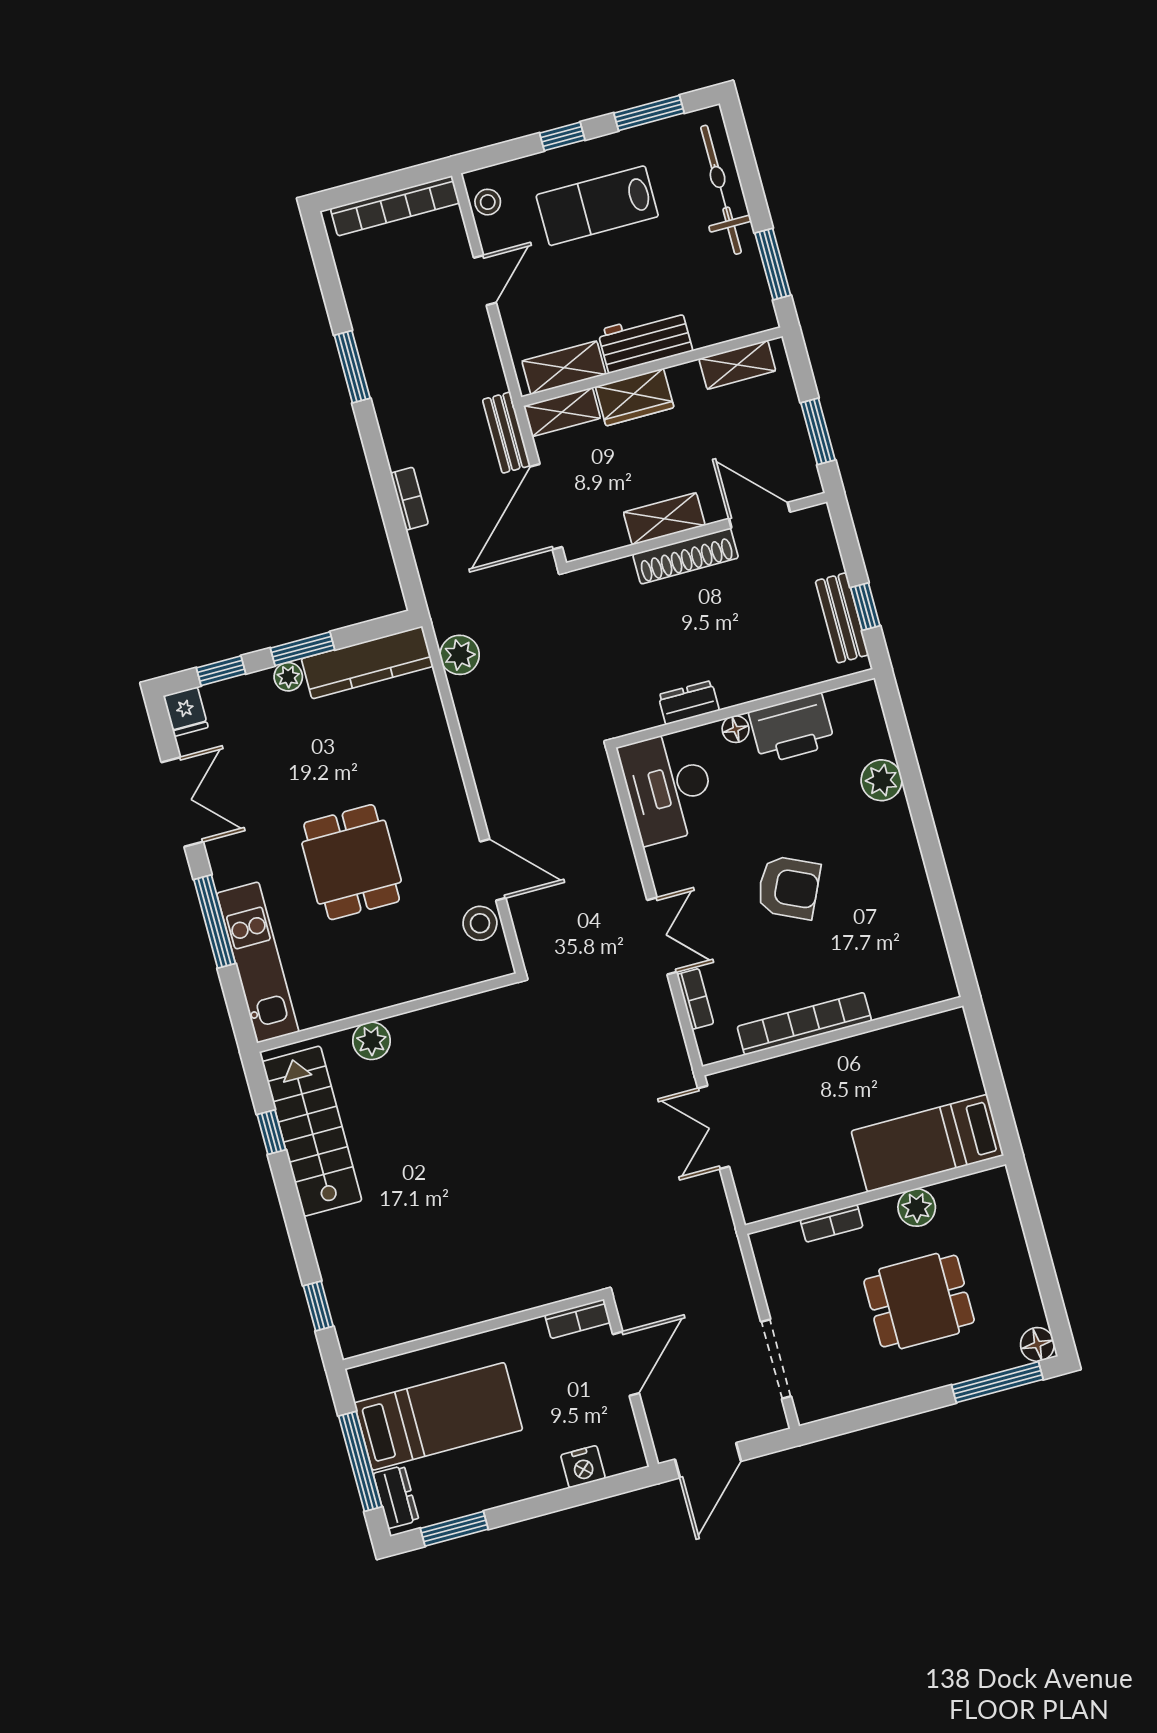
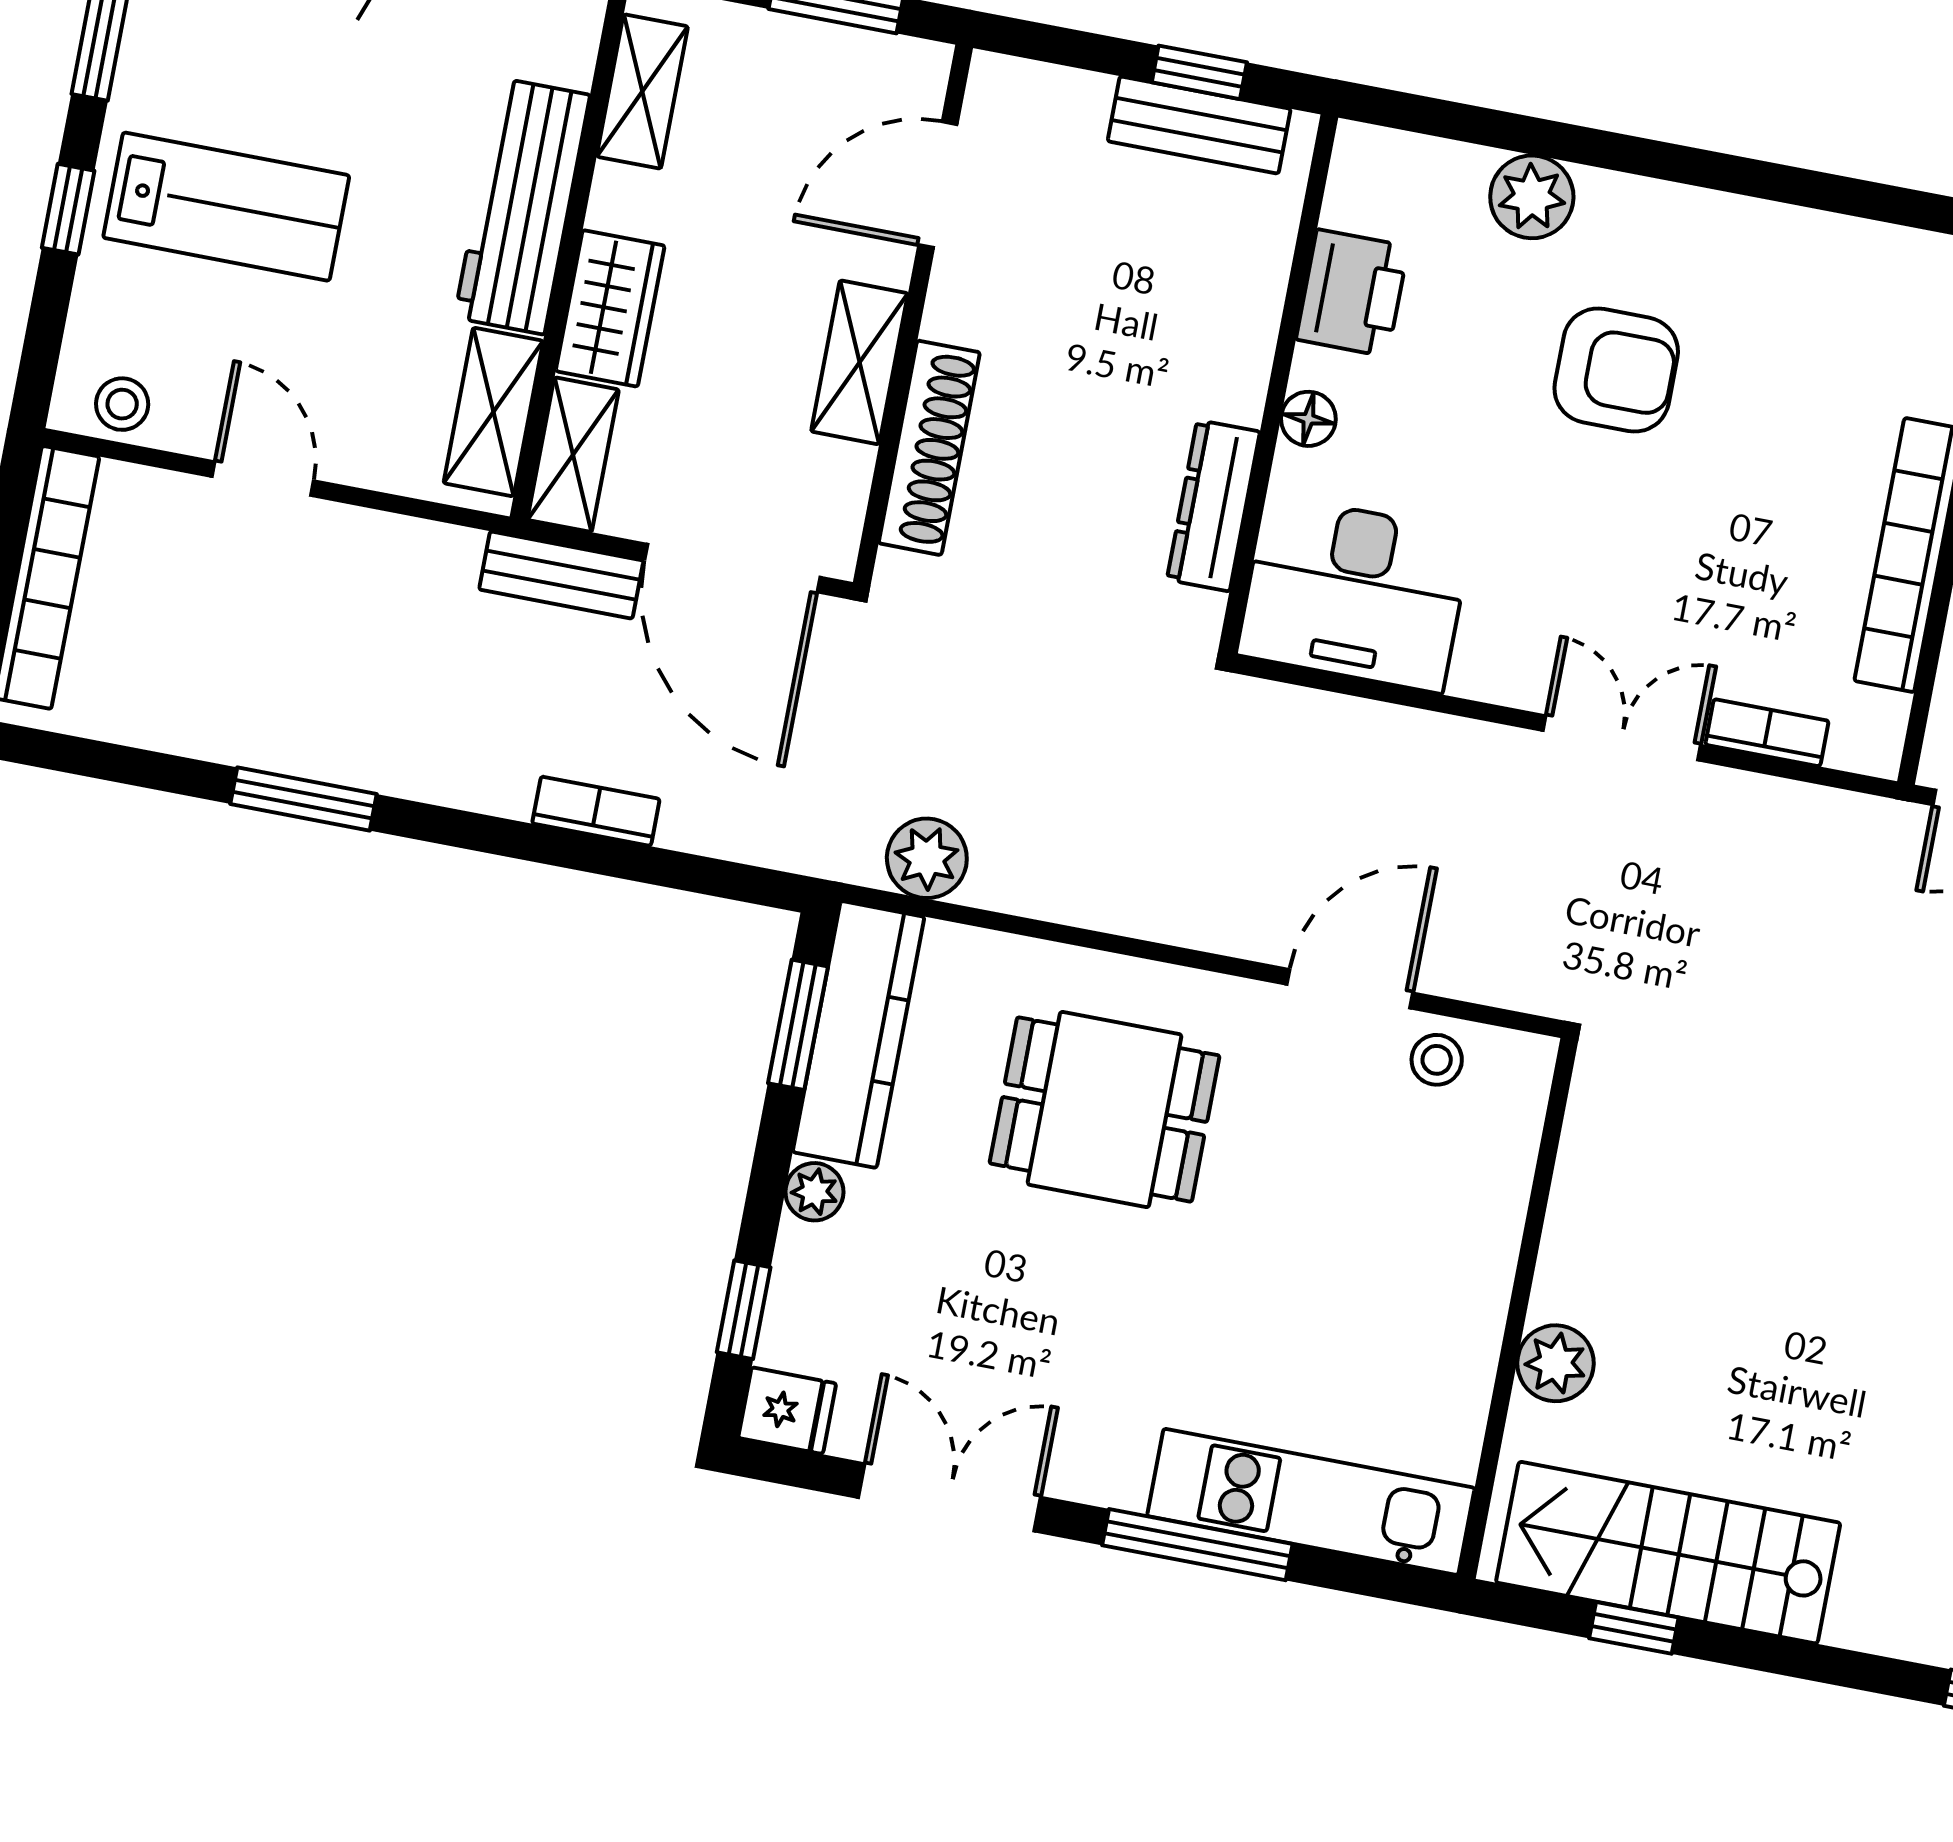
lab bench: (597, 206) -> (226, 207), turned -90
workbench: (645, 341) -> (522, 206), width x1.37
shoe rack: (686, 556) -> (929, 448), moved
window: (302, 649) -> (798, 1025), moved
dresser: (689, 703) -> (1213, 506), width x1.44
printer: (792, 728) -> (1352, 293), width x0.73, depth x0.84
dining table: (352, 862) -> (1105, 1109), moved
armchair: (789, 887) -> (1616, 370), moved, turned 65
stool: (480, 923) -> (1437, 1060), width x0.73, depth x0.73

